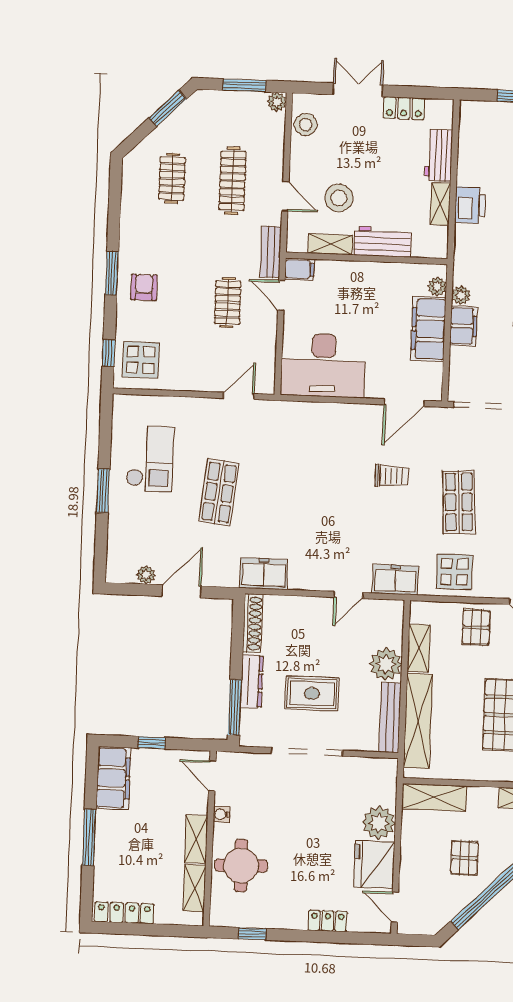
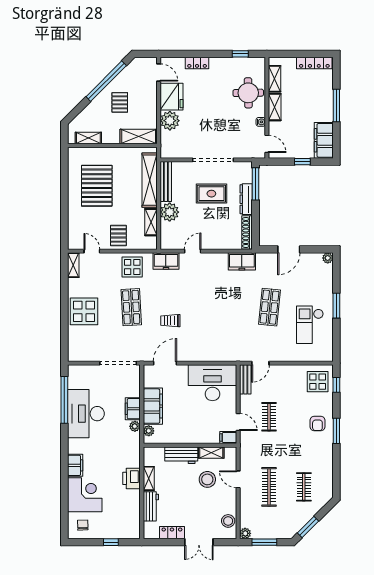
bench: (271, 252) -> (245, 379), moved
plant: (146, 575) -> (328, 258), moved

